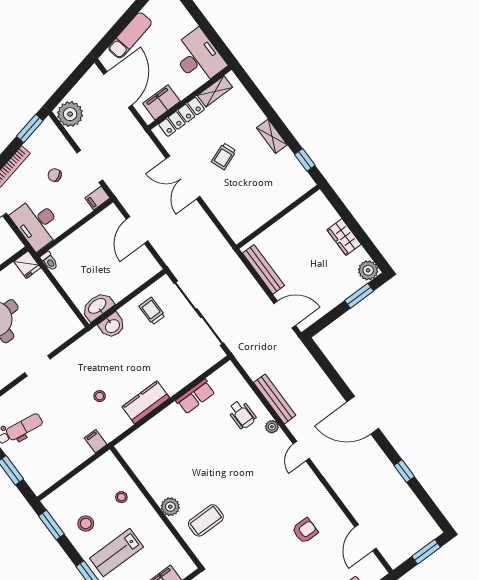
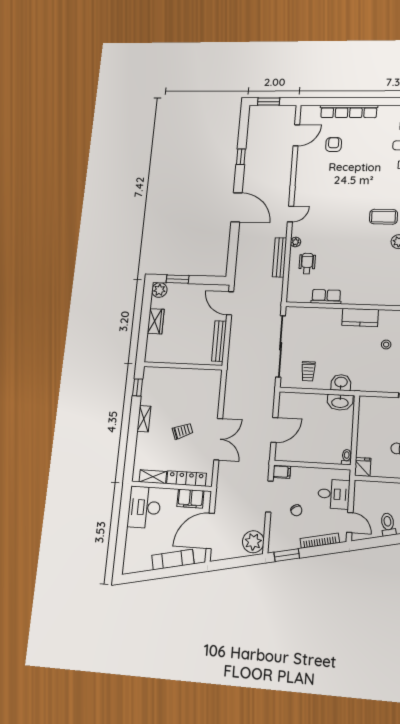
desk: (37, 223) -> (334, 494), width x0.73
armchair: (305, 531) -> (334, 144), moved, turned 90

